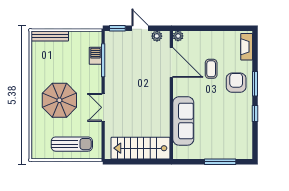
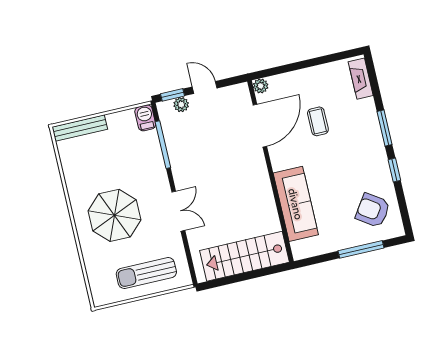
plant: (157, 36) -> (181, 105), moved
barbecue: (95, 56) -> (145, 118), moved
door: (171, 63) -> (260, 126), hinge flipped
armchair: (236, 83) -> (373, 210), moved, turned -56
double door: (103, 107) -> (178, 211), swing flipped
sun lounger: (72, 144) -> (146, 273), turned 180

